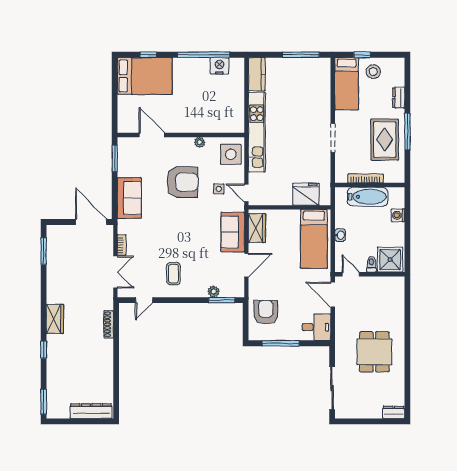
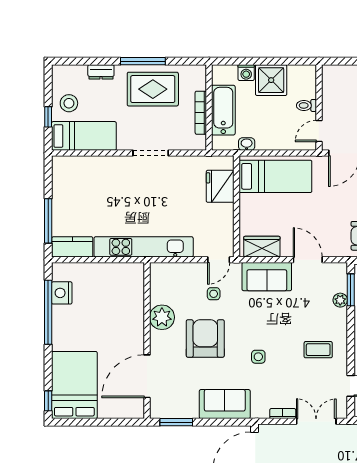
window: (148, 55) -> (48, 401), moved
window: (301, 55) -> (48, 221), moved
door: (152, 135) -> (147, 376), width x1.36
plant: (200, 142) -> (162, 317), width x1.88, depth x1.88
side table: (231, 154) -> (258, 357), moved, width x0.54, depth x0.54
washbasin: (340, 235) -> (247, 144), moved
shower: (390, 260) -> (271, 80), moved

